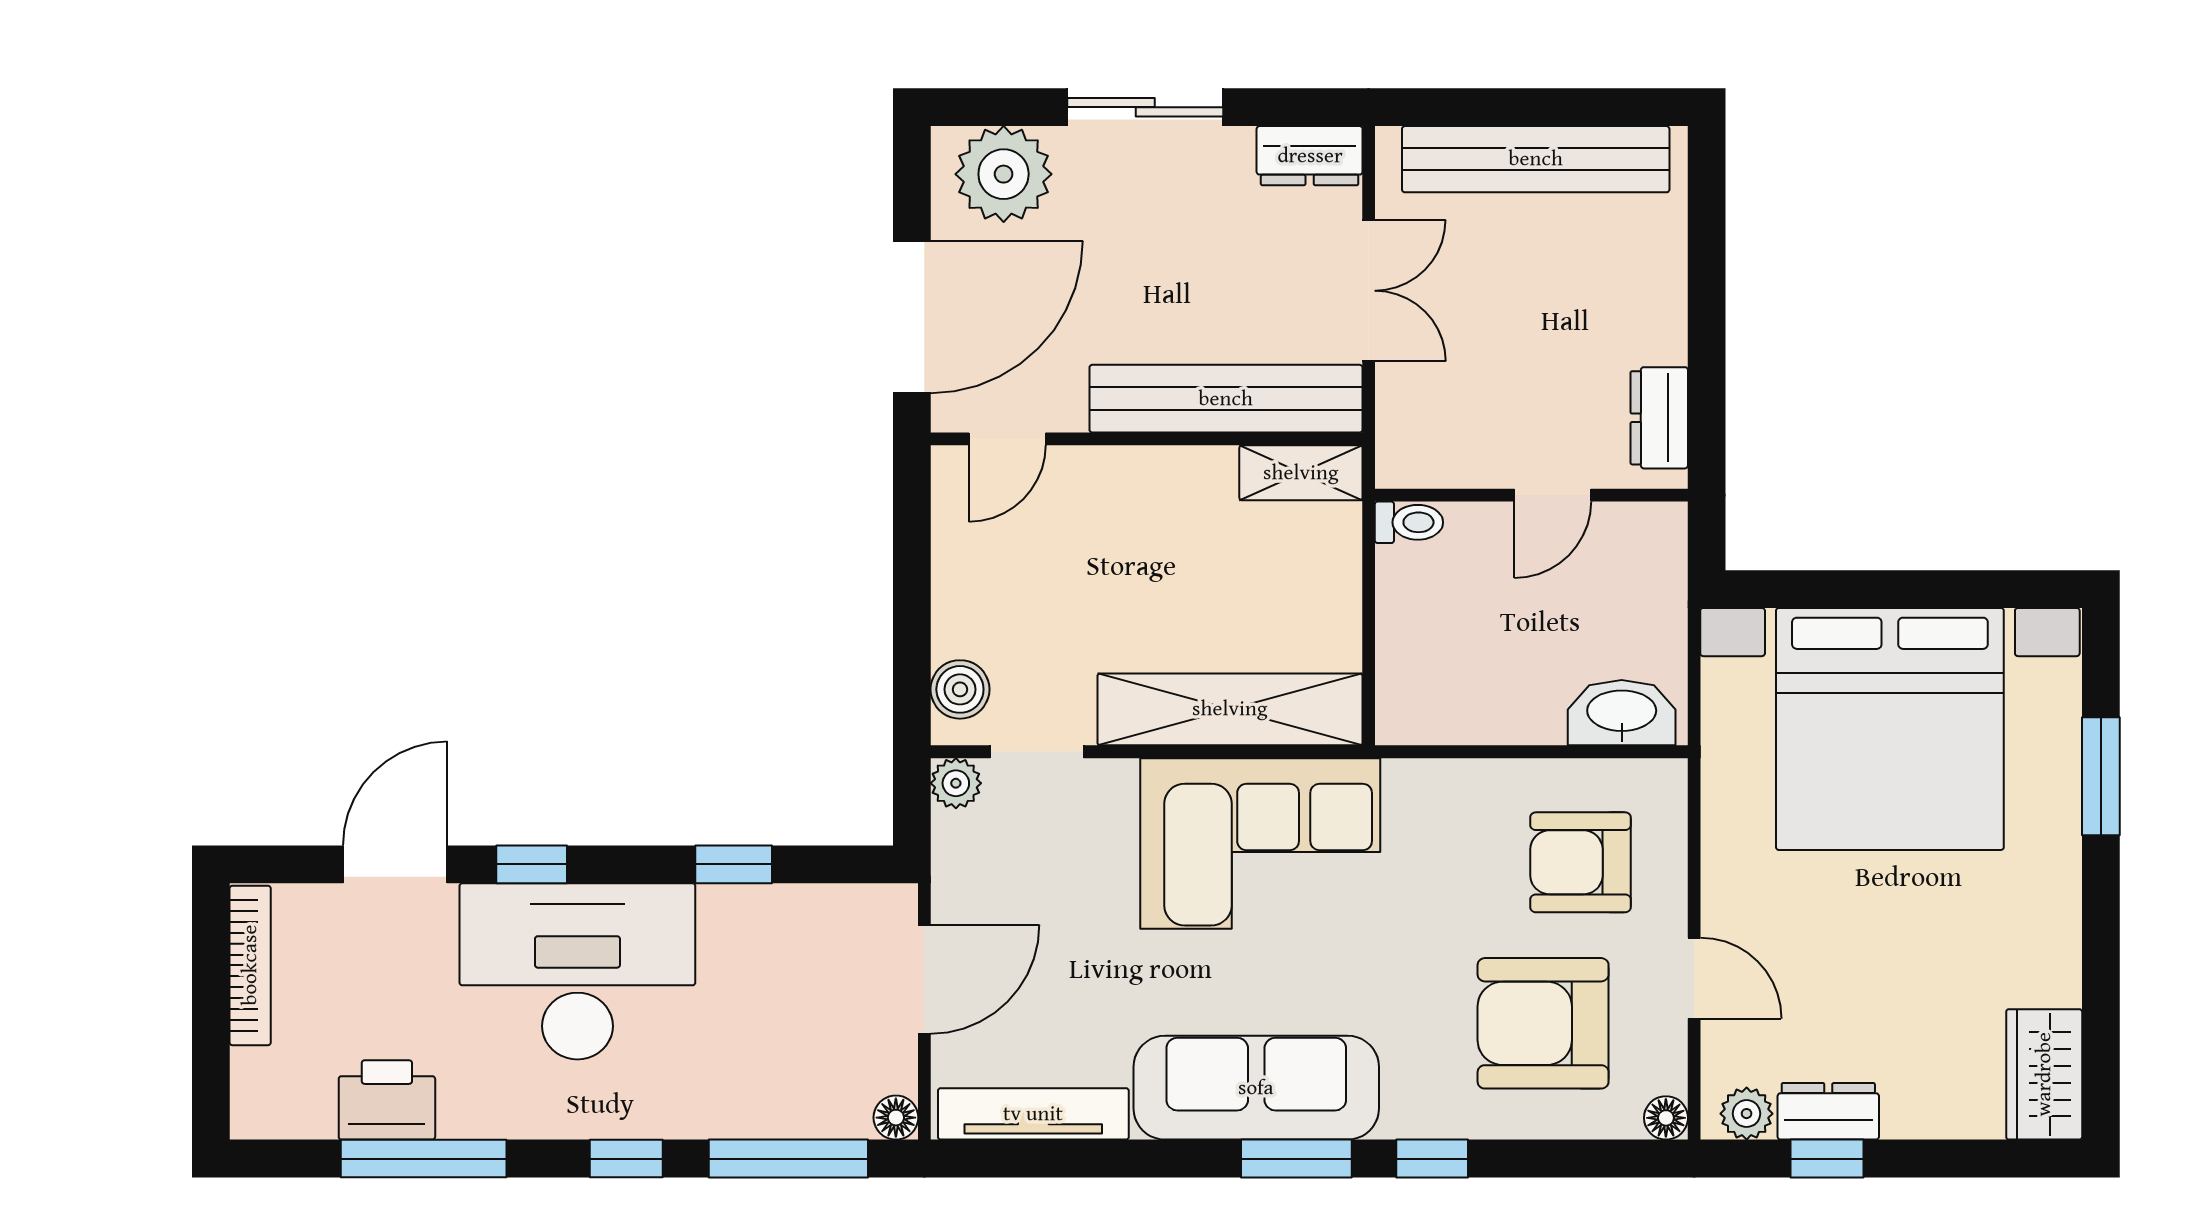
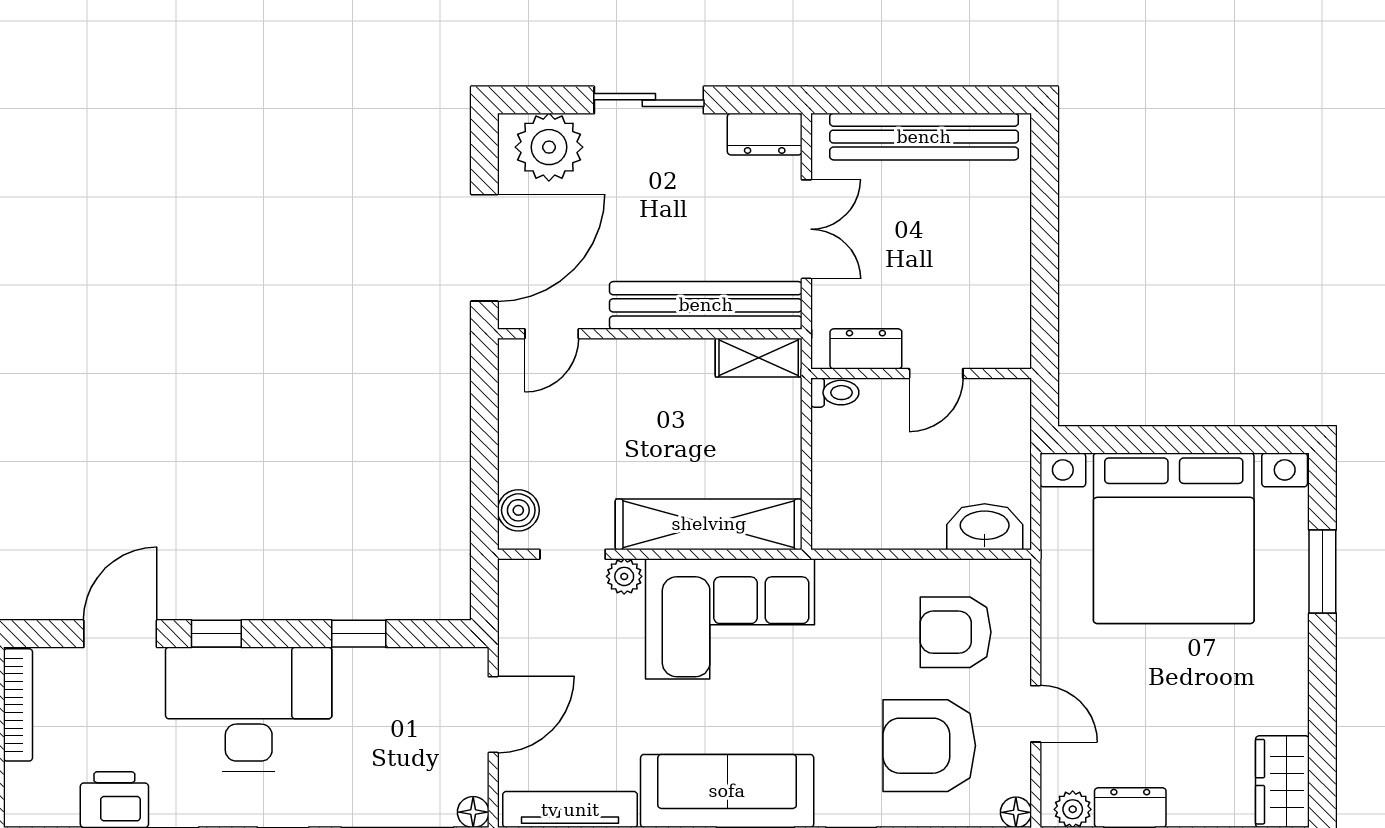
dresser: (1659, 418) -> (866, 349), moved, turned 90
plant: (956, 783) -> (624, 576), moved

